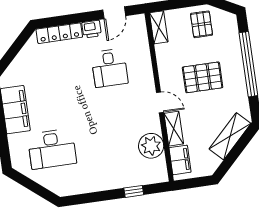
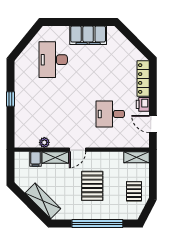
pallet: (201, 24) -> (134, 191), turned 90
plant: (151, 146) -> (44, 142), width x0.53, depth x0.53
filing cabinet: (180, 160) -> (35, 159), width x0.50
window: (134, 191) -> (10, 99), moved

